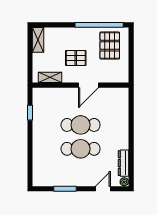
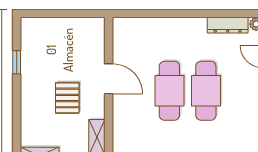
window: (99, 25) -> (17, 62), width x0.32
pallet: (110, 46) -> (48, 46), removed

